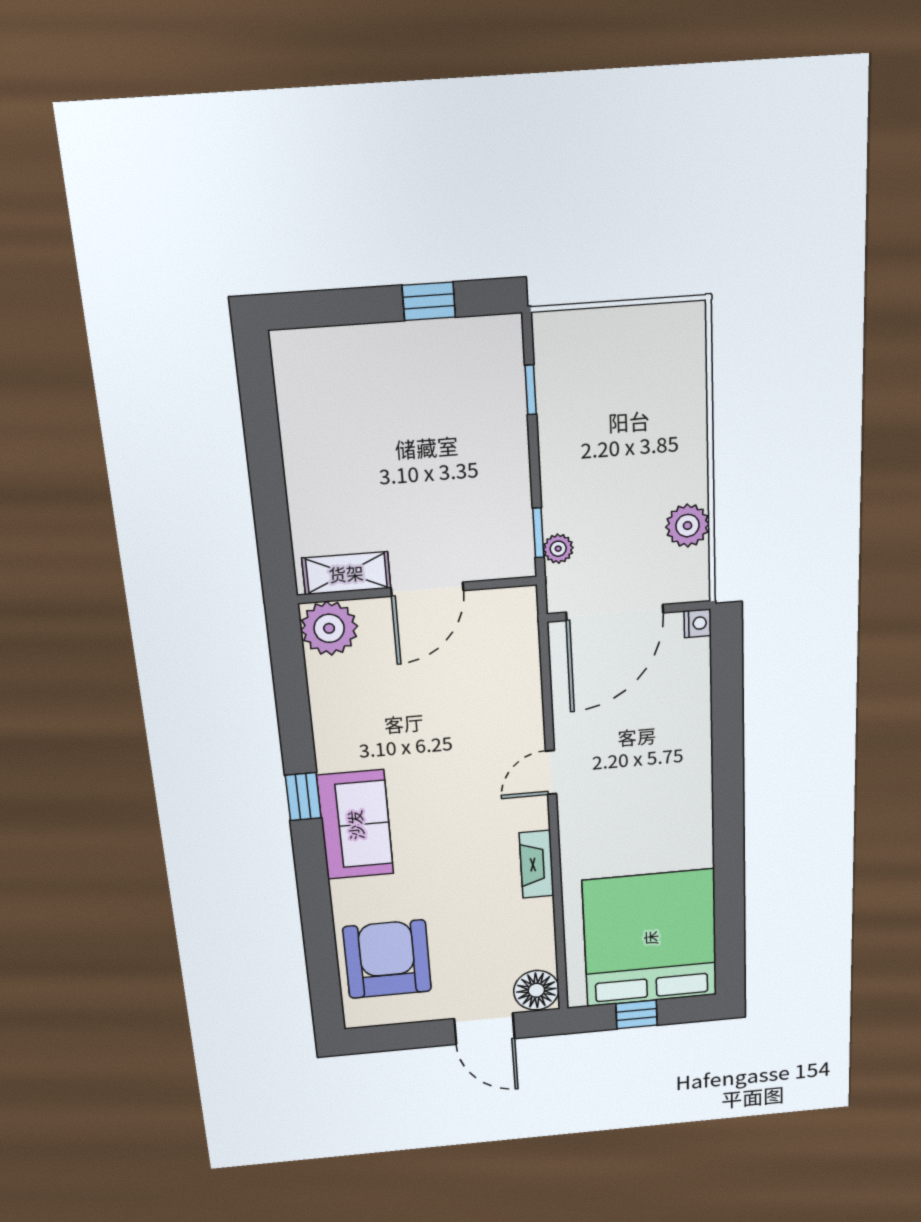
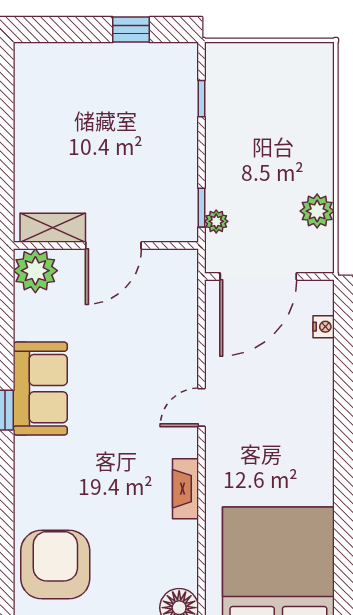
nightstand: (698, 623) -> (324, 327), moved
sofa: (355, 825) -> (40, 389), moved

